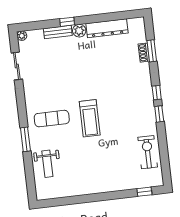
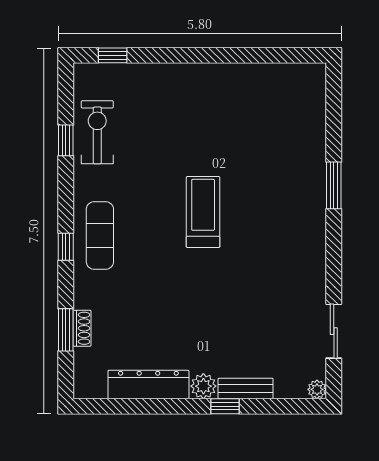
window: (159, 114) -> (66, 140), moved
exercise mat: (52, 119) -> (100, 235), moved, turned 90
exercise bike: (148, 152) -> (97, 132), turned 180
weight bench: (47, 164) -> (296, 133), removed

